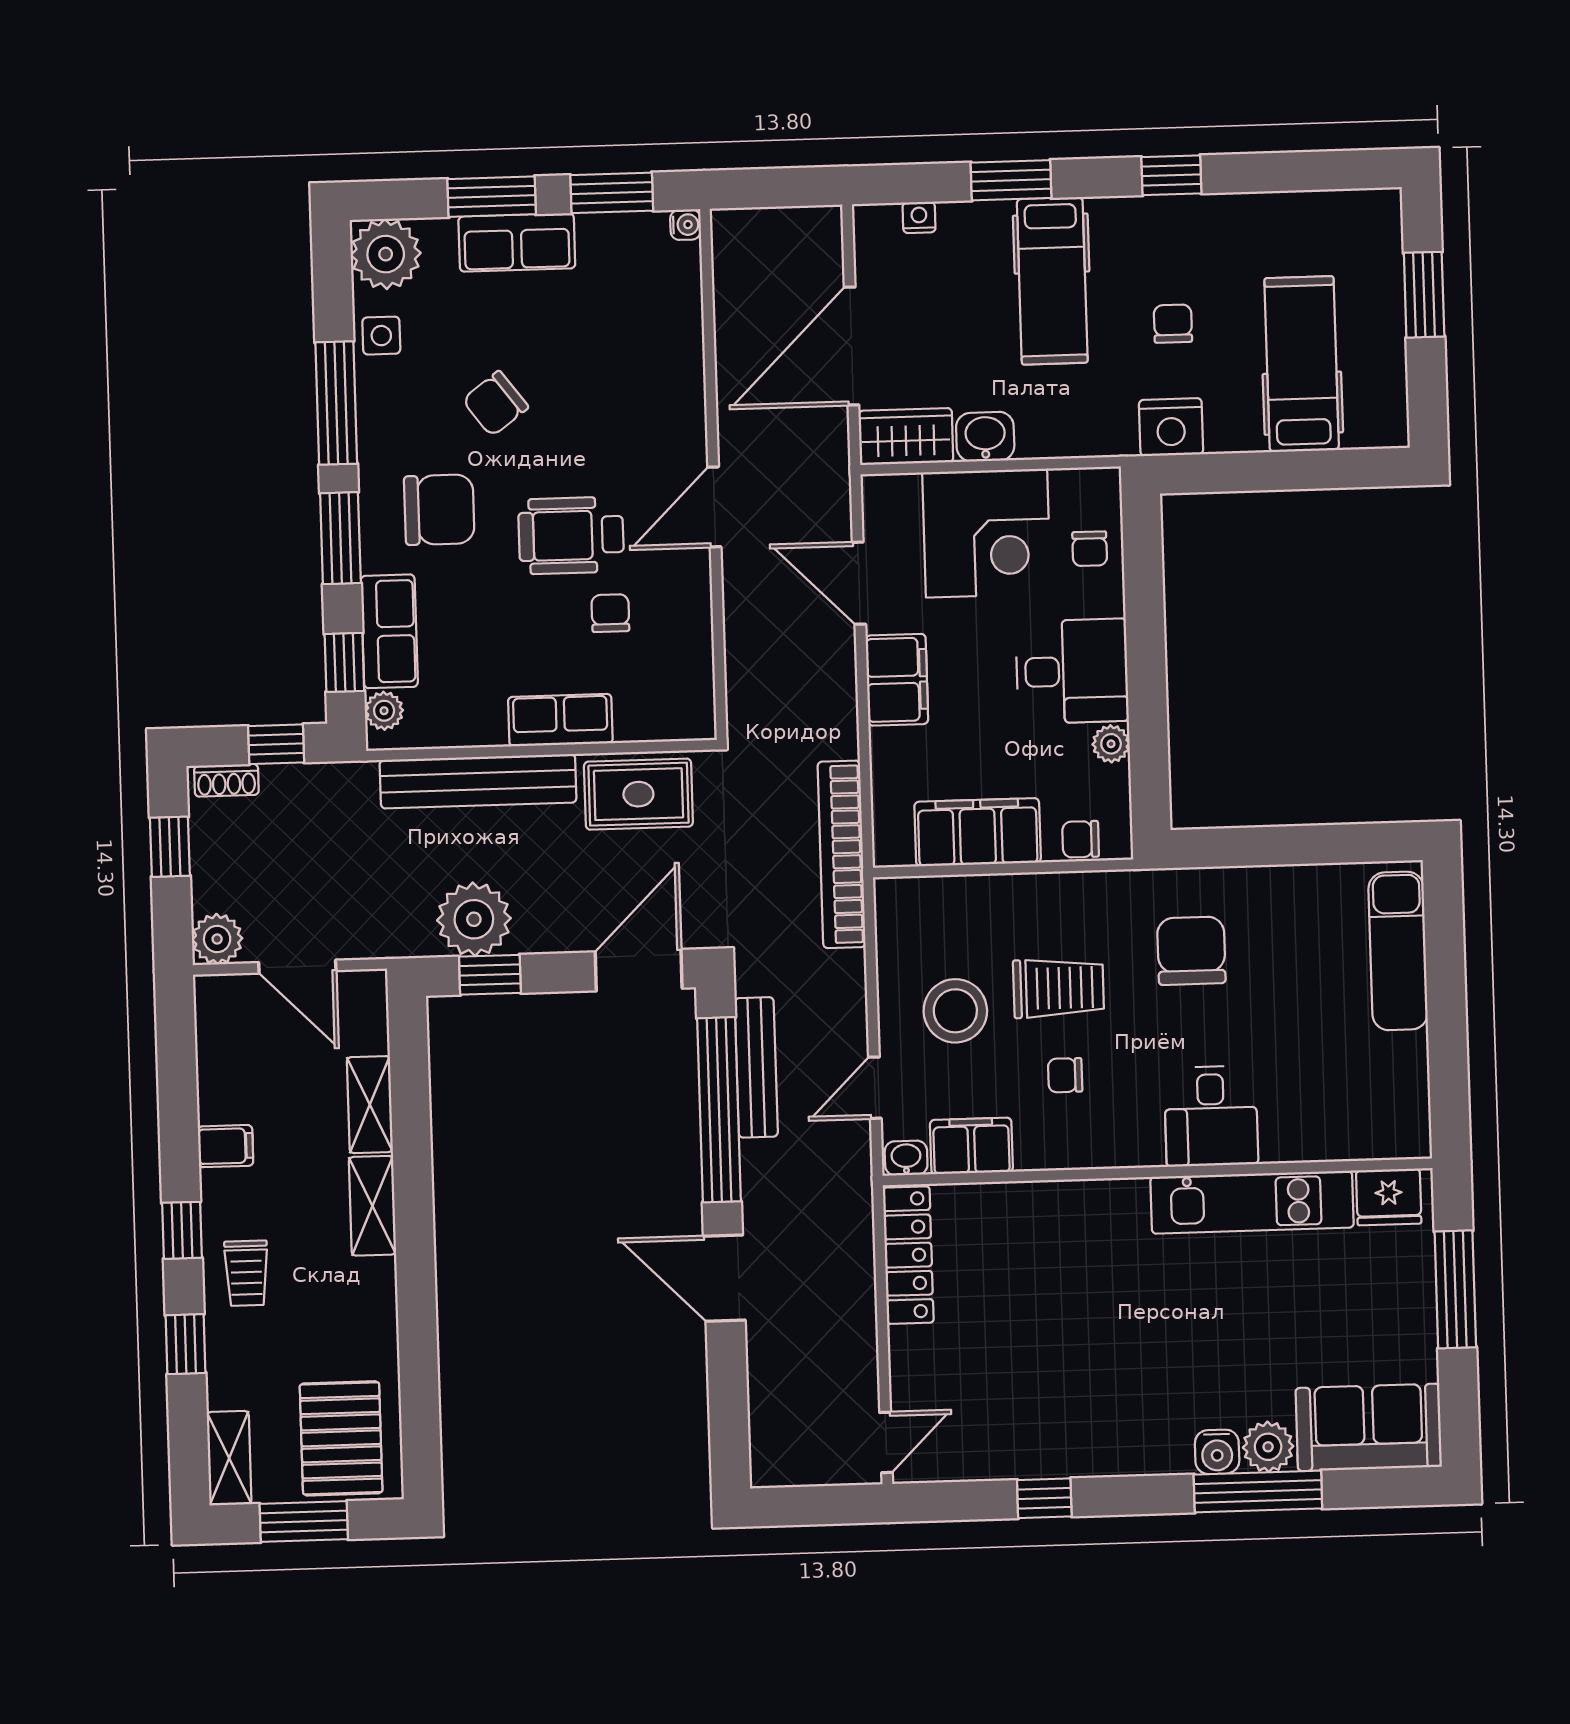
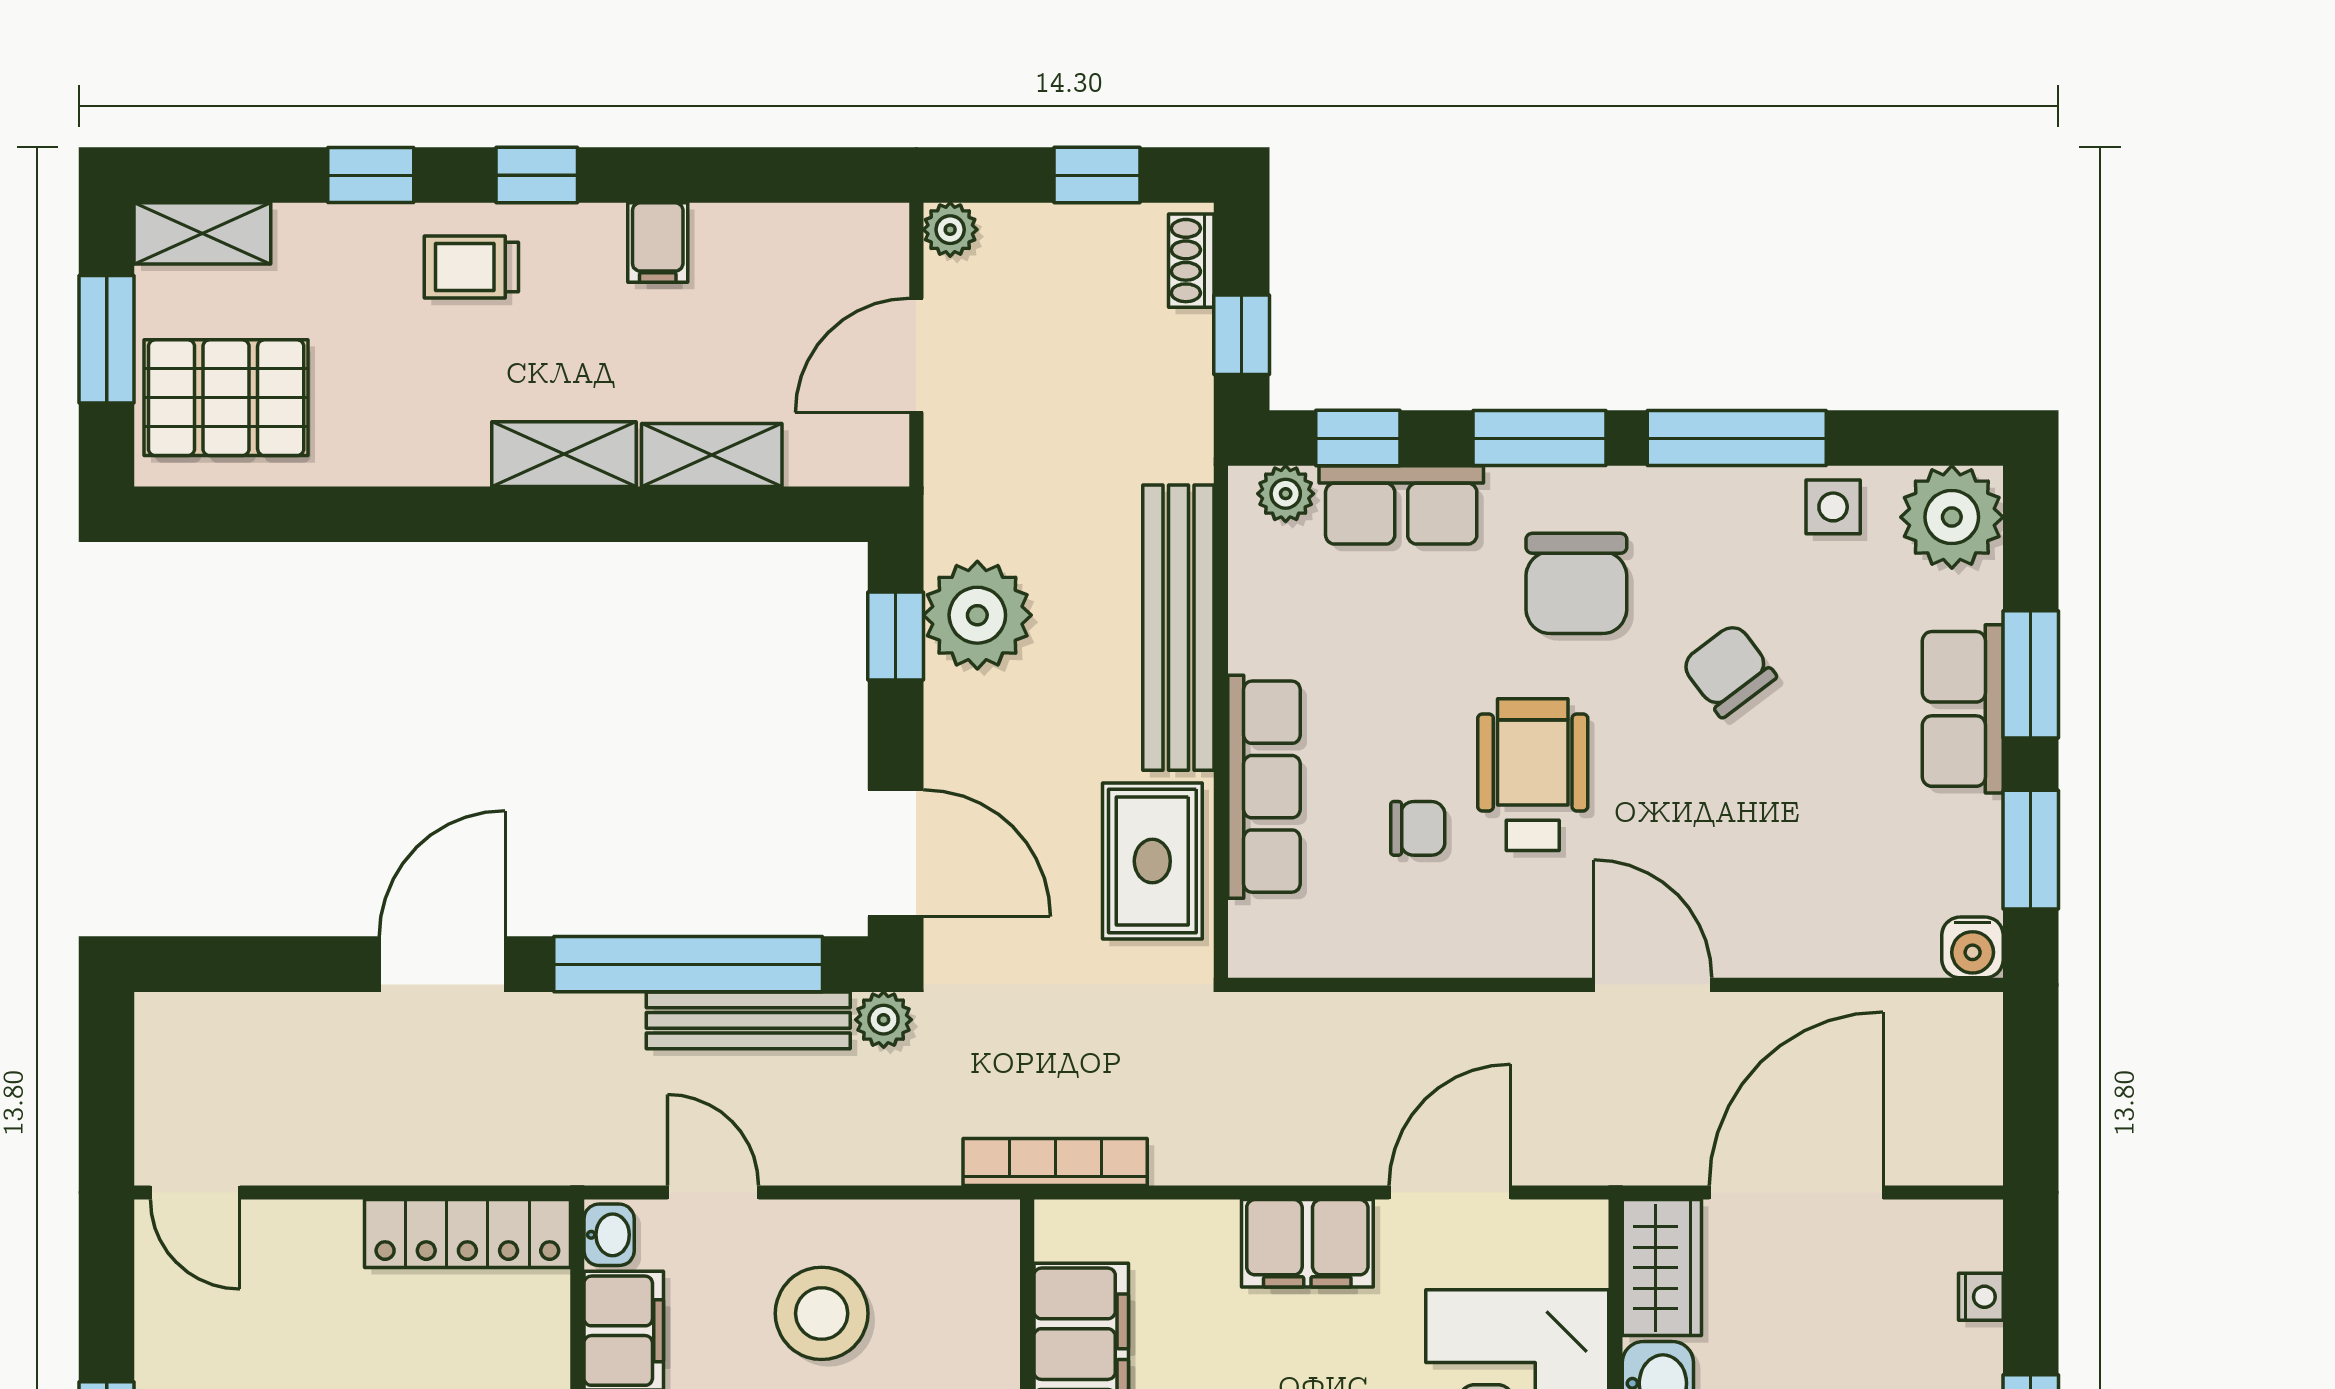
water cooler: (686, 225) -> (1973, 947), width x1.38, depth x1.38
door: (852, 346) -> (1796, 1193), hinge flipped
door: (714, 507) -> (1653, 985), moved
row of seats: (560, 720) -> (1264, 787), width x1.48
bookcase: (842, 854) -> (1055, 1162), width x0.68, depth x0.76
plant: (217, 939) -> (950, 230), width x0.73, depth x0.73
plant: (753, 975) -> (884, 1020), added

